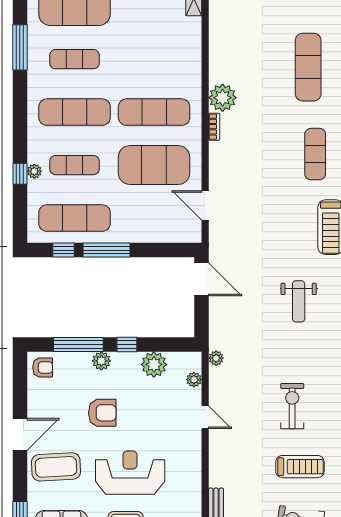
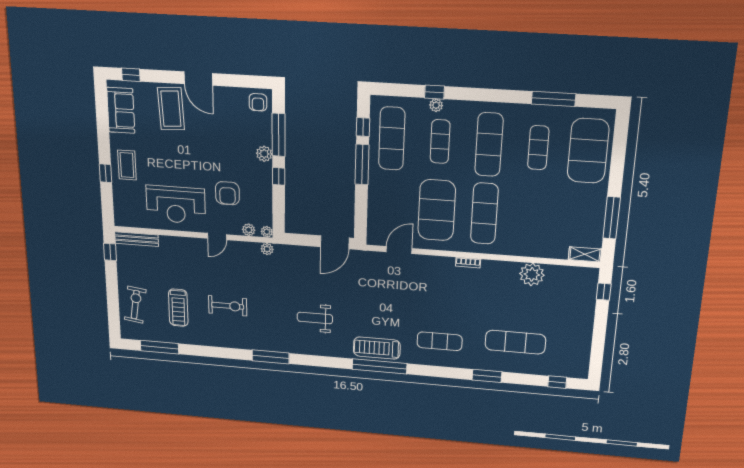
plant: (223, 98) -> (532, 274), moved
plant: (154, 364) -> (267, 232), moved, width x0.53, depth x0.53
armchair: (102, 413) -> (227, 193), moved
reception desk: (130, 473) -> (176, 205), moved, turned 90

